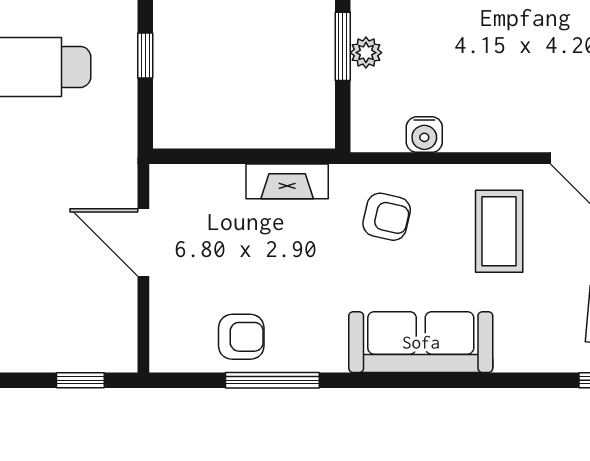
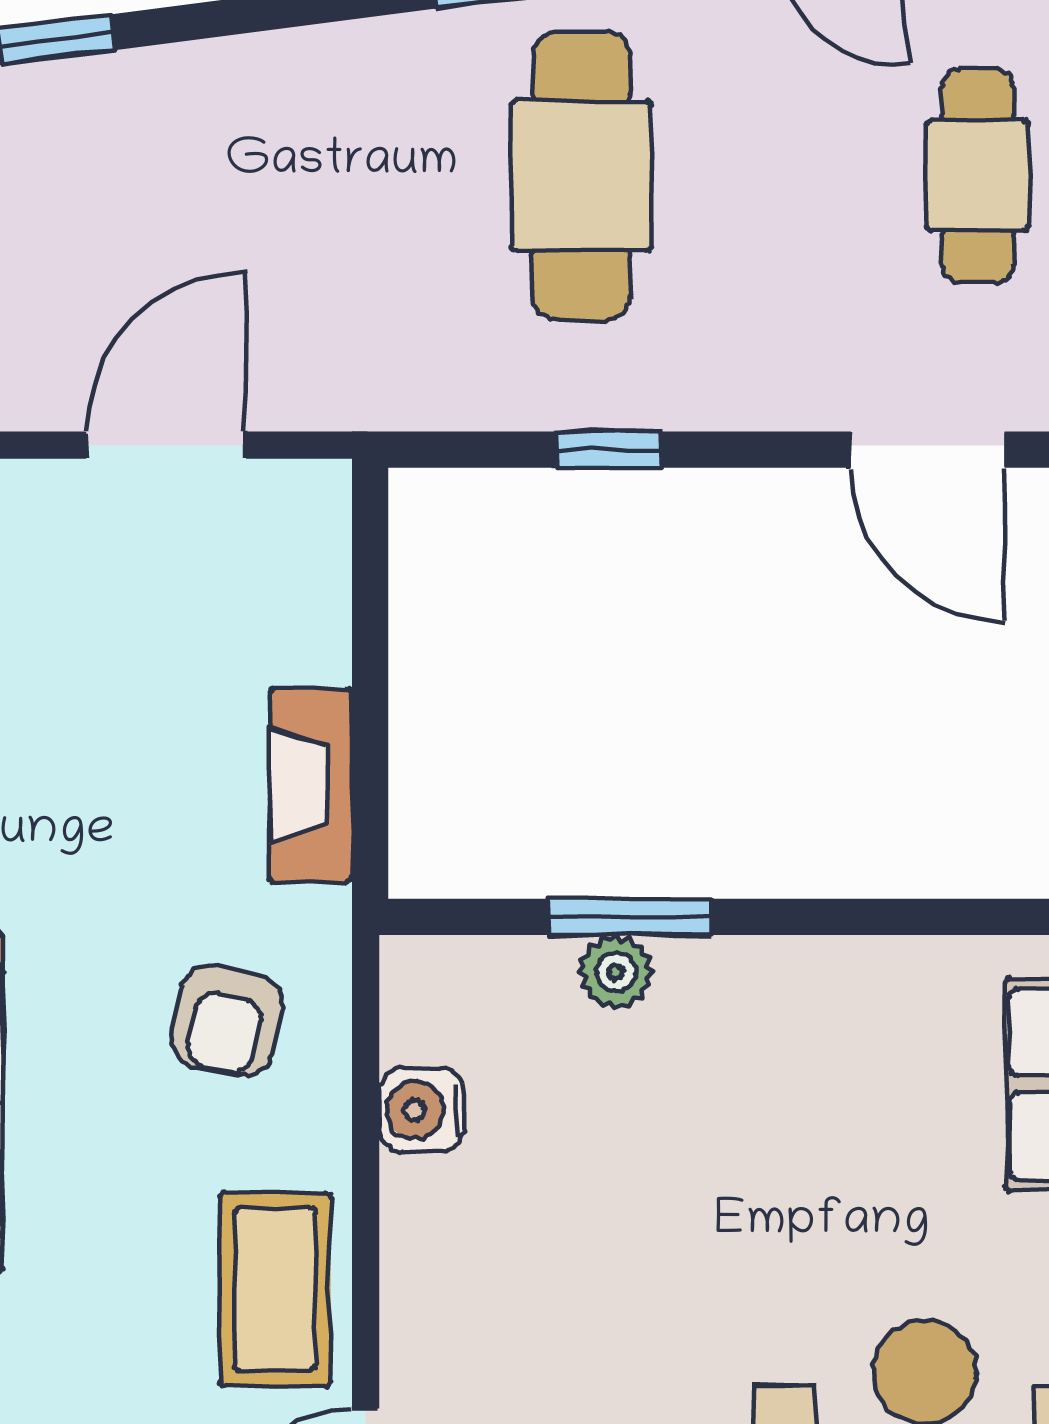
coffee table: (499, 231) -> (275, 1289), moved, turned 90

